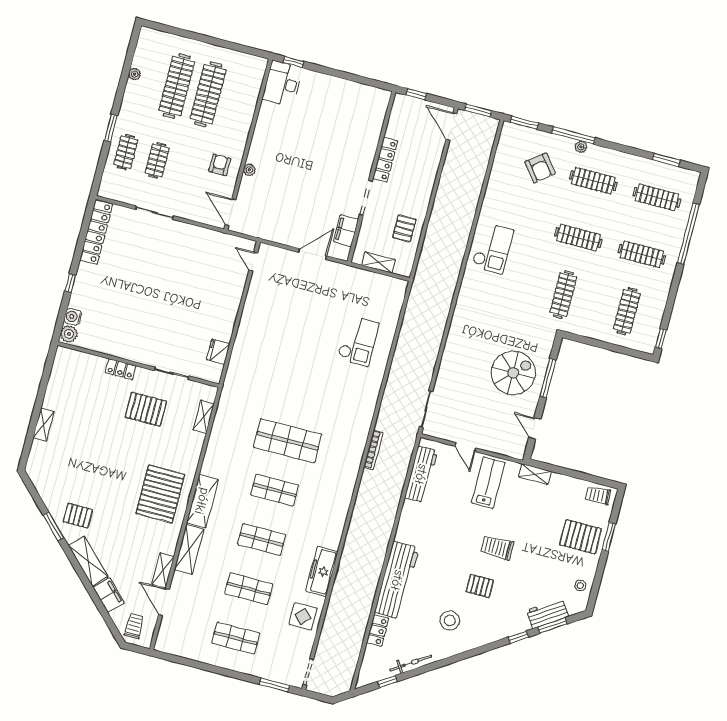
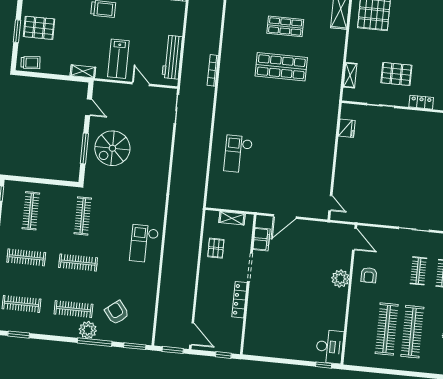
plant: (581, 147) -> (88, 330), width x1.87, depth x1.87
plant: (249, 170) -> (340, 279), width x1.88, depth x1.88

